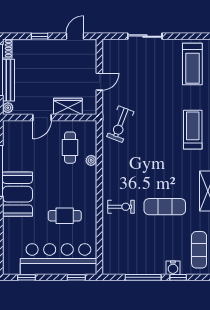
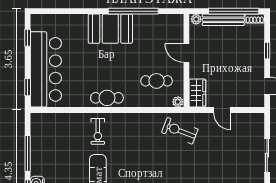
wardrobe: (68, 106) -> (197, 93), moved
plant: (91, 160) -> (178, 102), moved
cafe table: (65, 216) -> (107, 98), moved, turned 90

